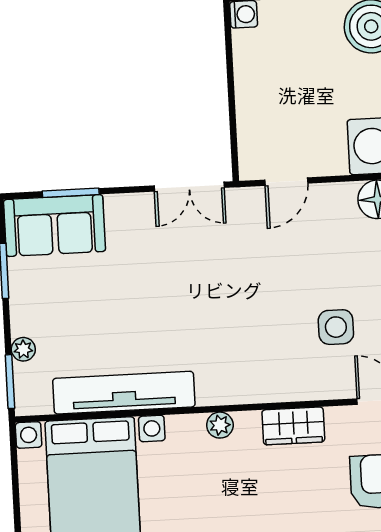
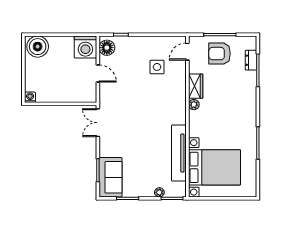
door: (286, 182) -> (98, 73), moved
double door: (189, 187) -> (98, 123), swing flipped
plant: (220, 425) -> (194, 105), moved

